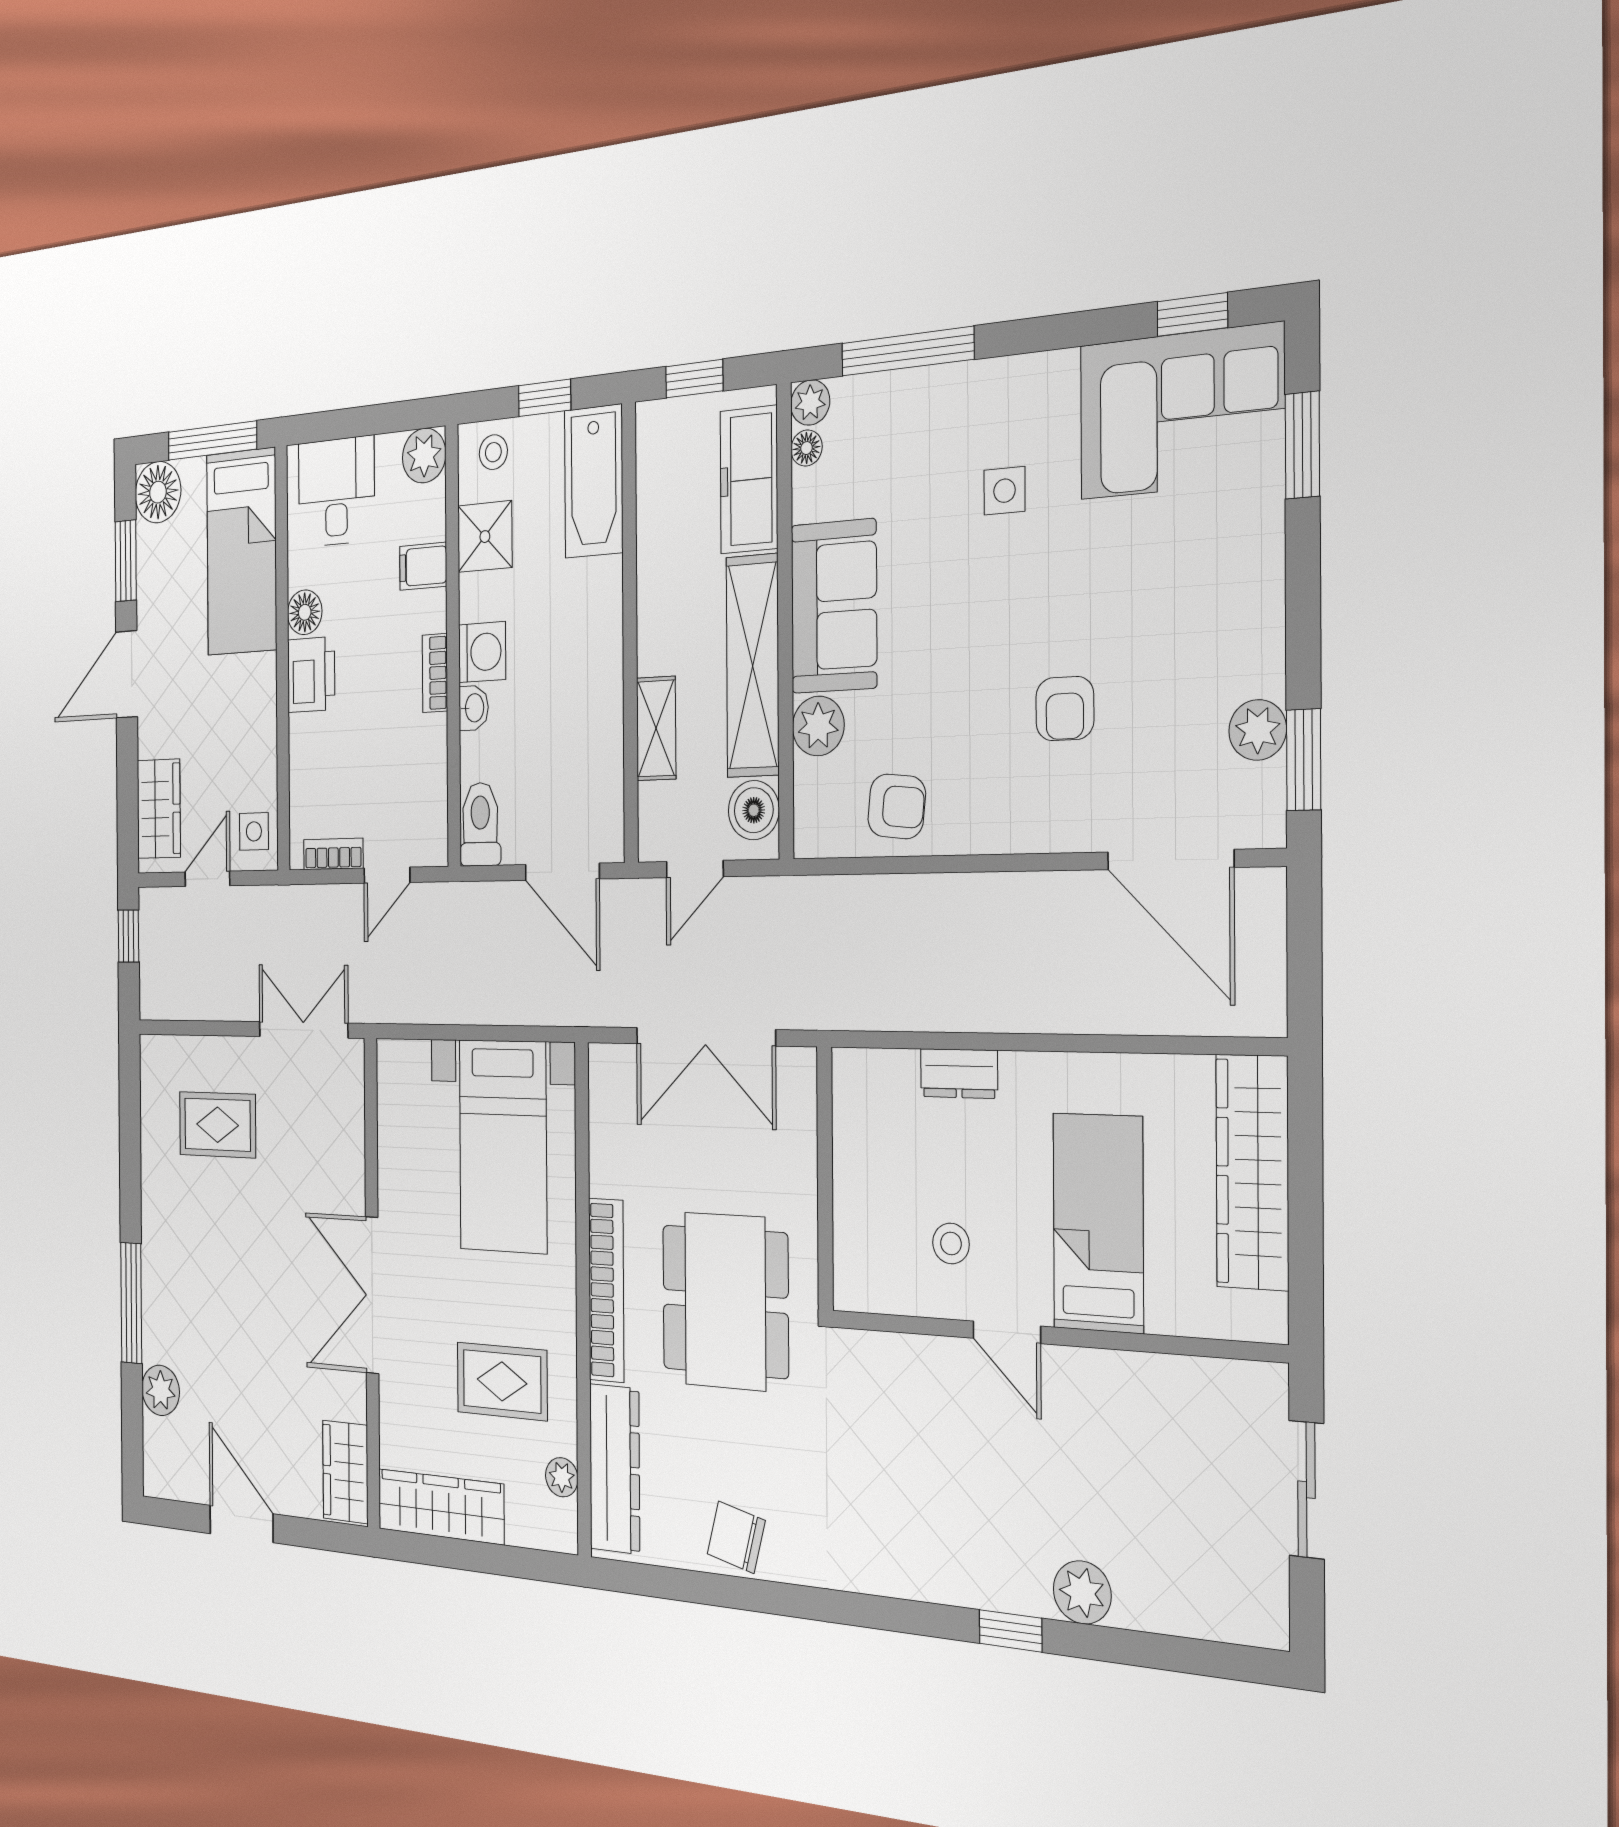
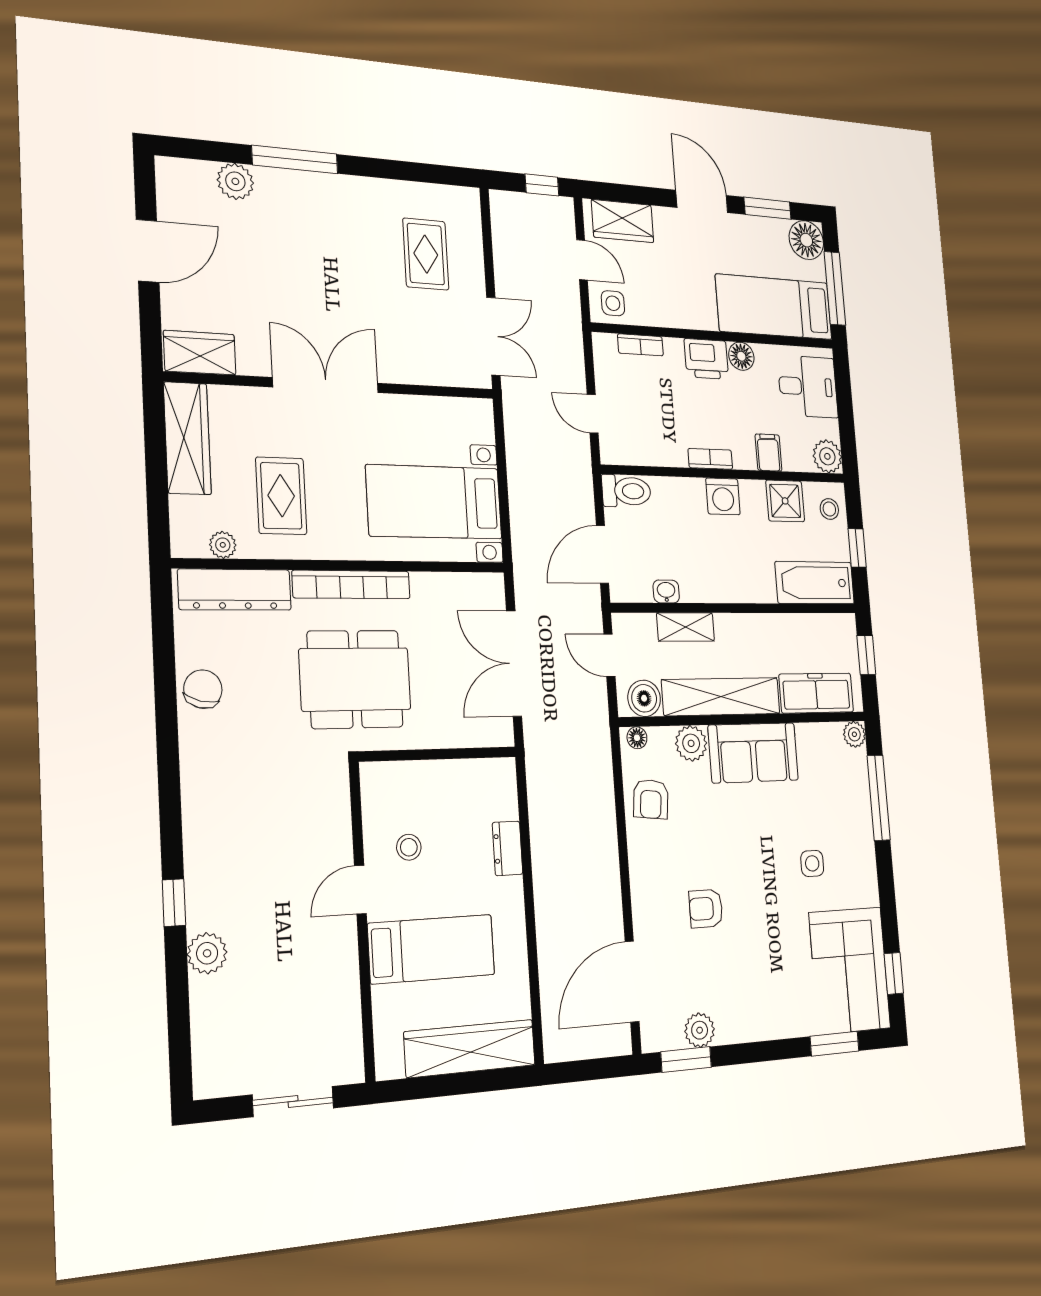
floor lamp: (806, 448) -> (637, 738), moved
washbasin: (474, 708) -> (666, 591), moved, turned 180
bookcase: (333, 854) -> (640, 345), moved, turned 90

